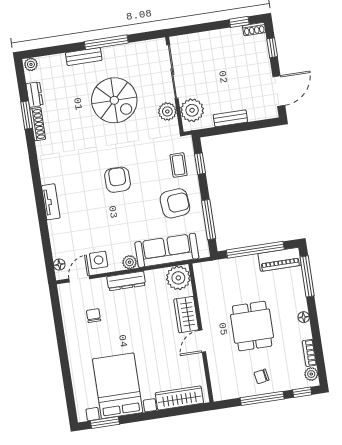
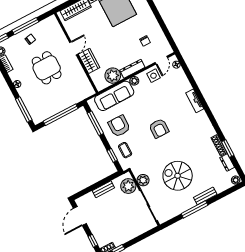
armchair: (175, 203) -> (119, 126), turned 95
piano: (280, 259) -> (44, 114), removed
plant: (178, 278) -> (113, 76), moved

